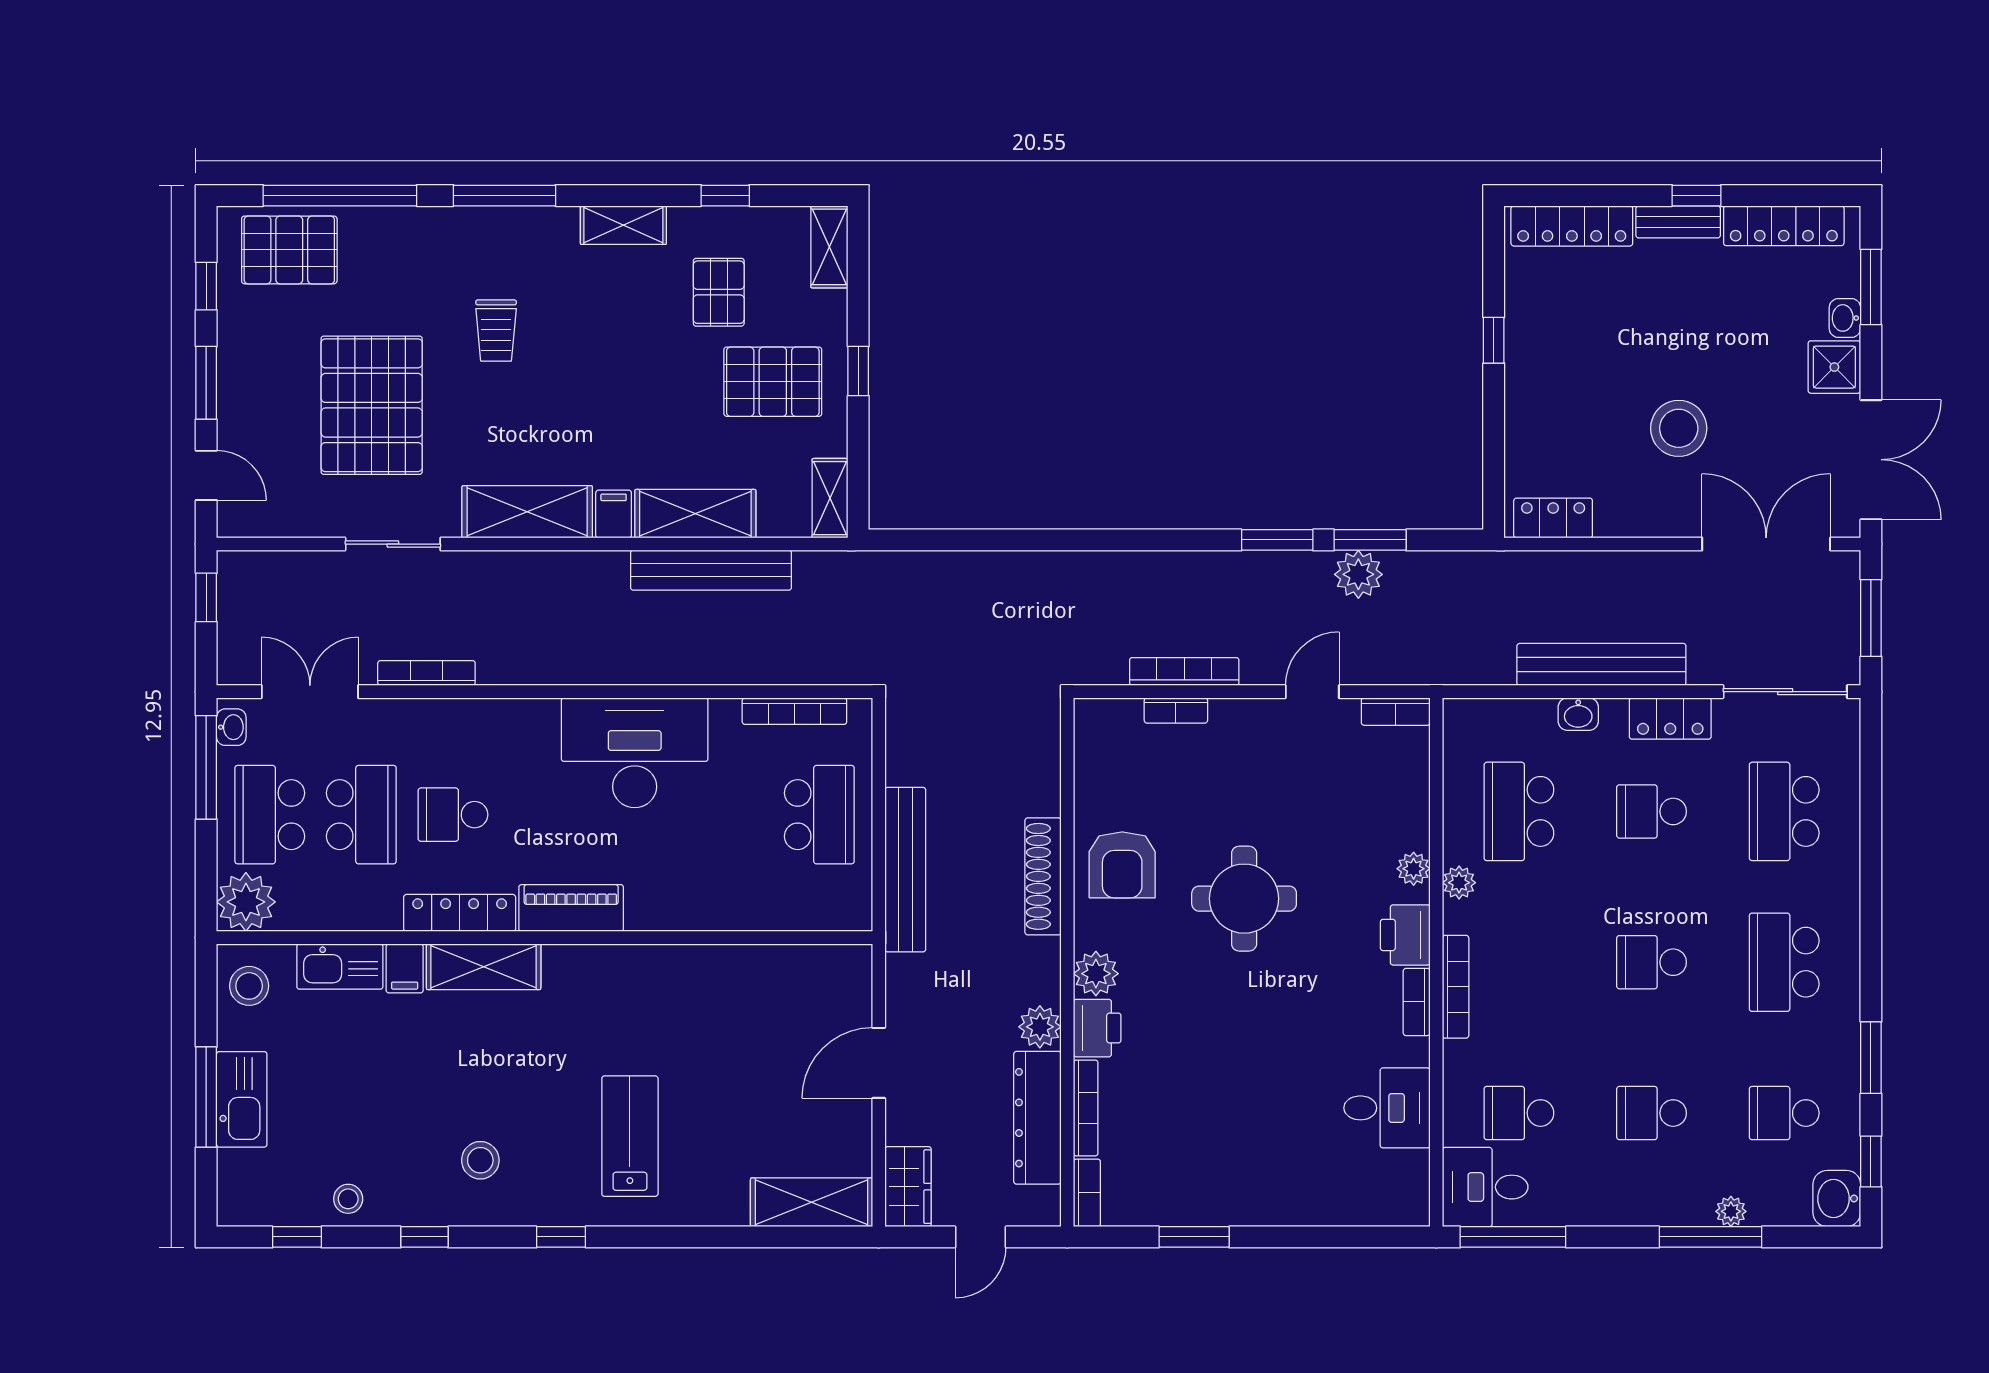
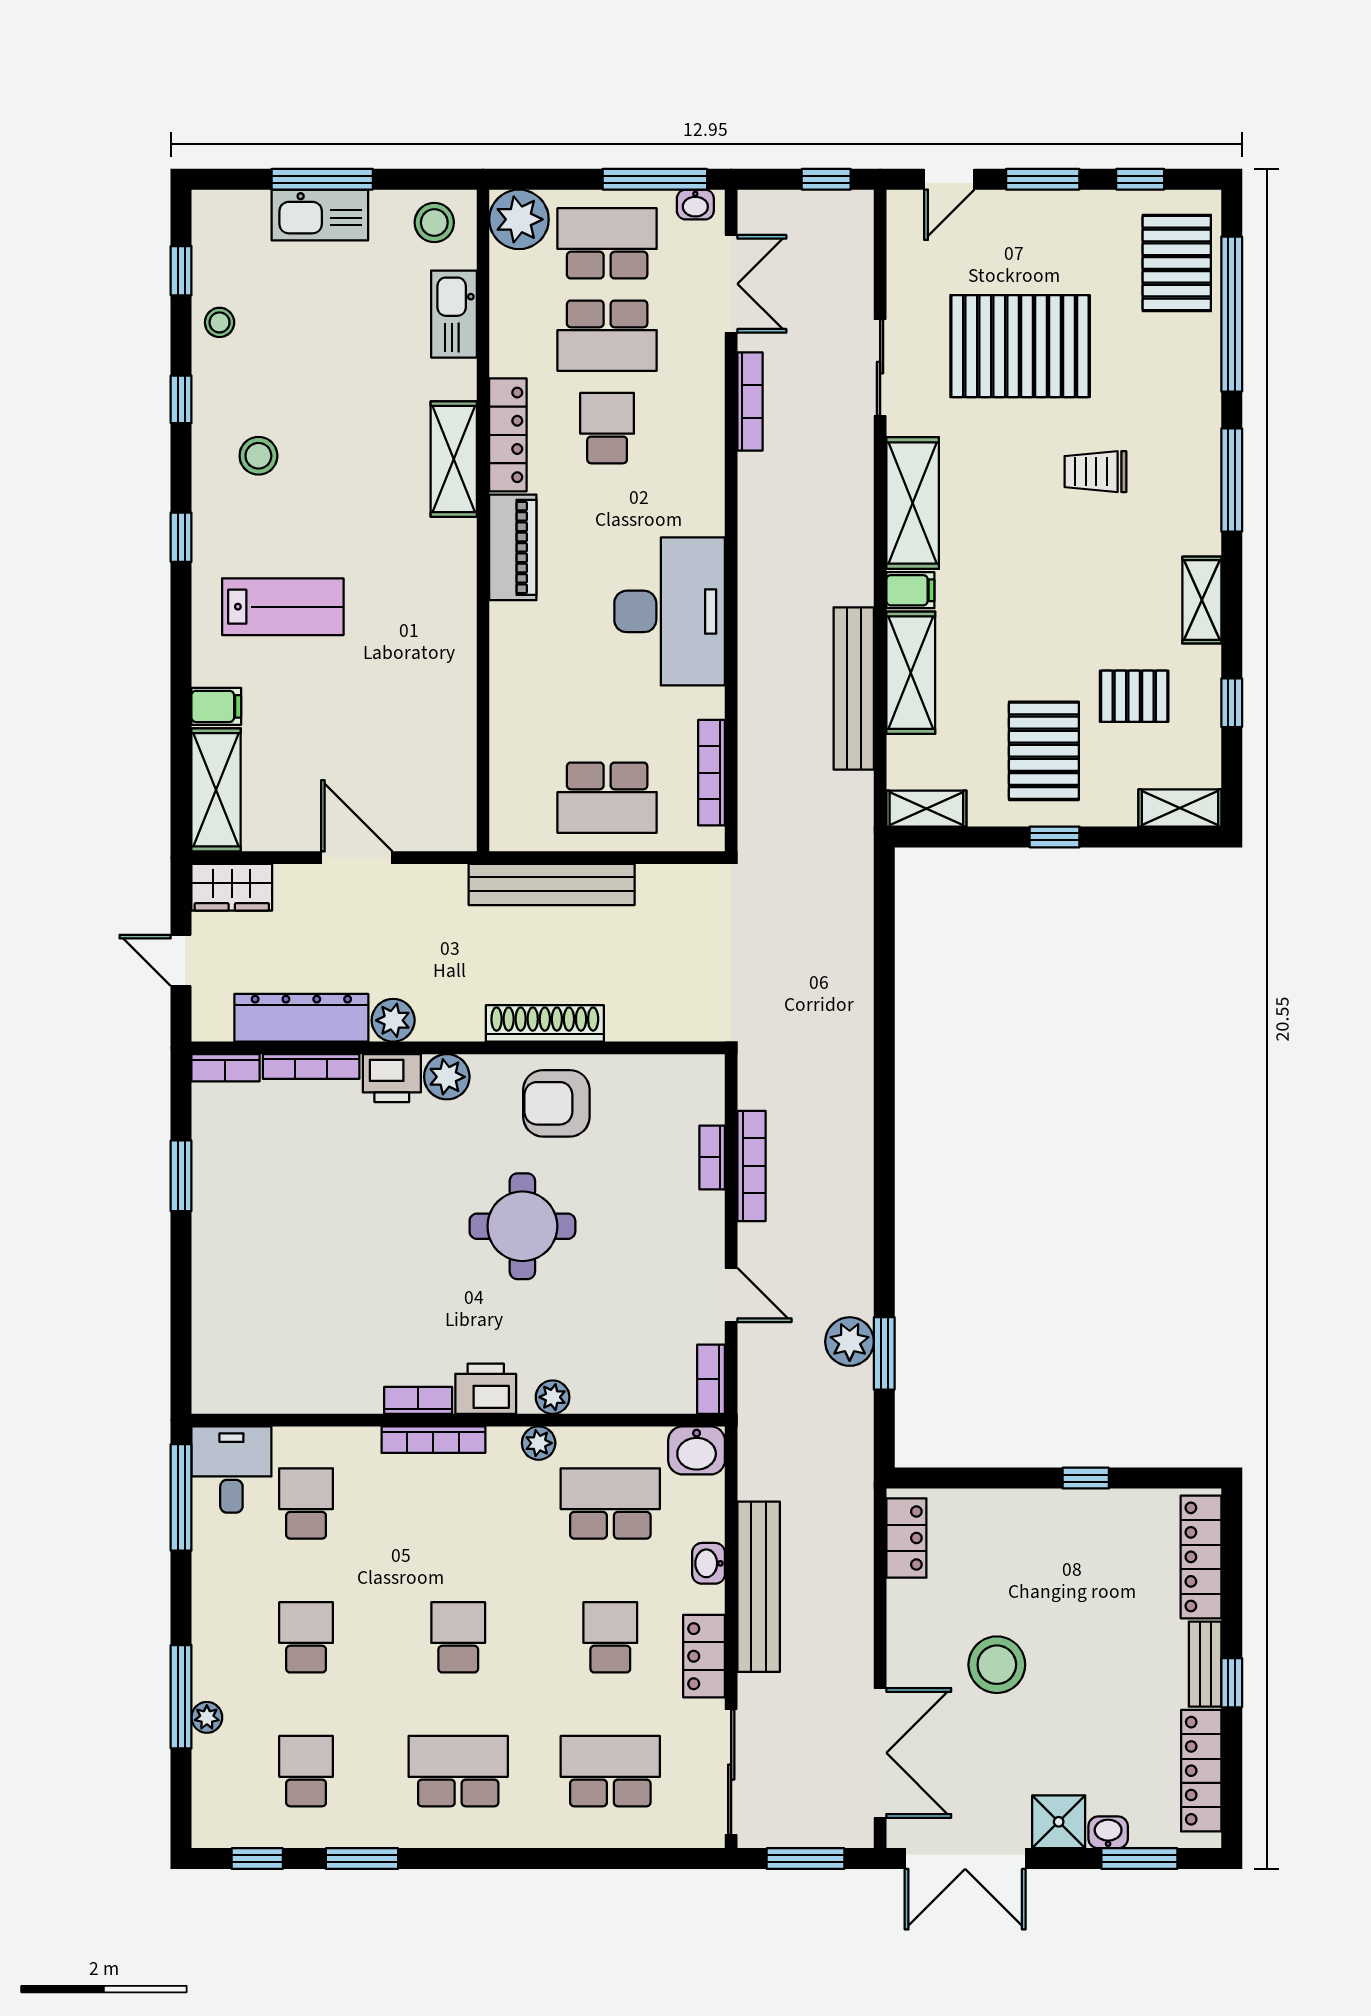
window: (1277, 540) -> (884, 1260), removed
filing cabinet: (405, 968) -> (216, 706), moved, turned 180
desk: (1387, 1108) -> (311, 1370), removed
washbasin: (1837, 1199) -> (697, 1450), moved, turned 180

